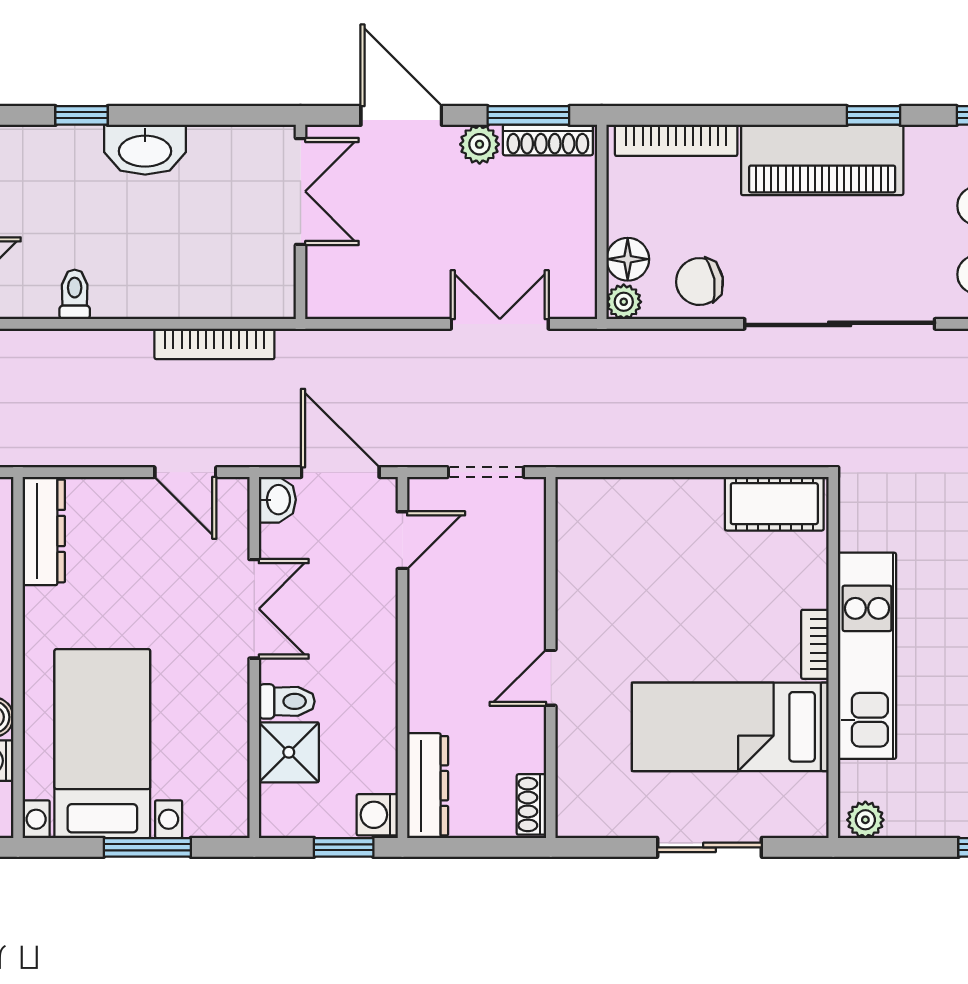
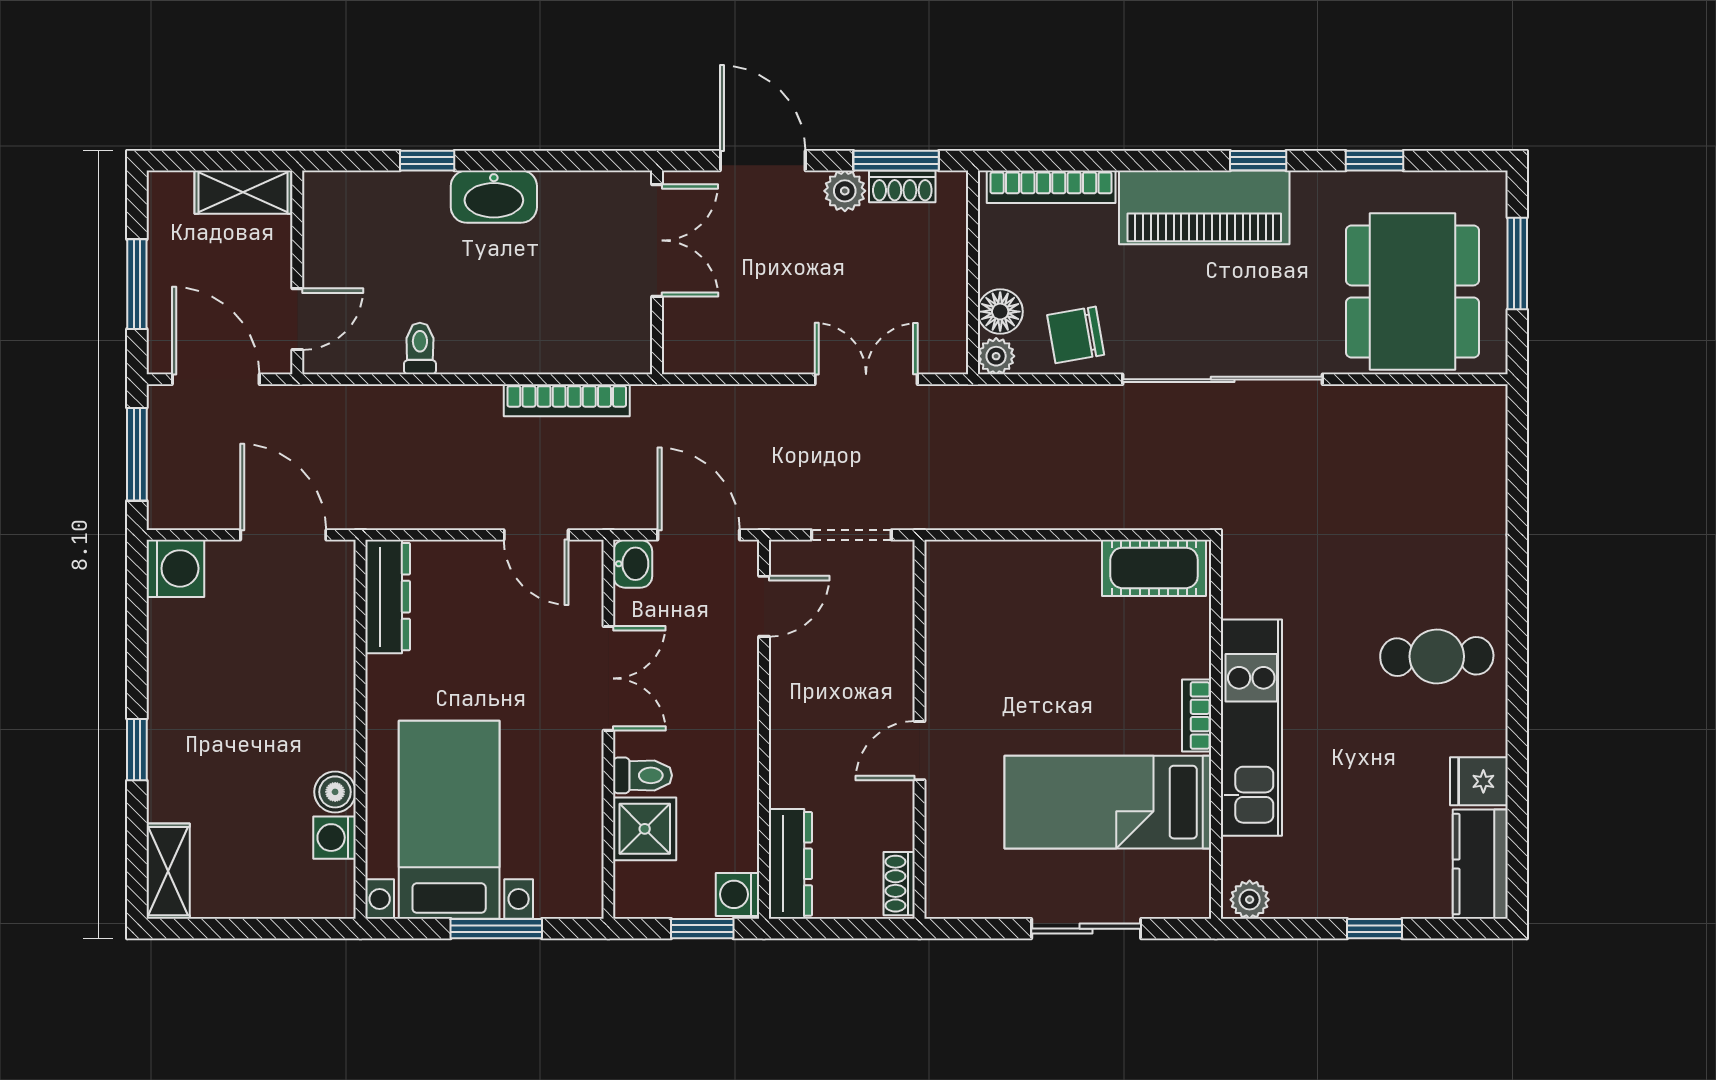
shoe rack: (548, 140) -> (902, 186), width x0.70

